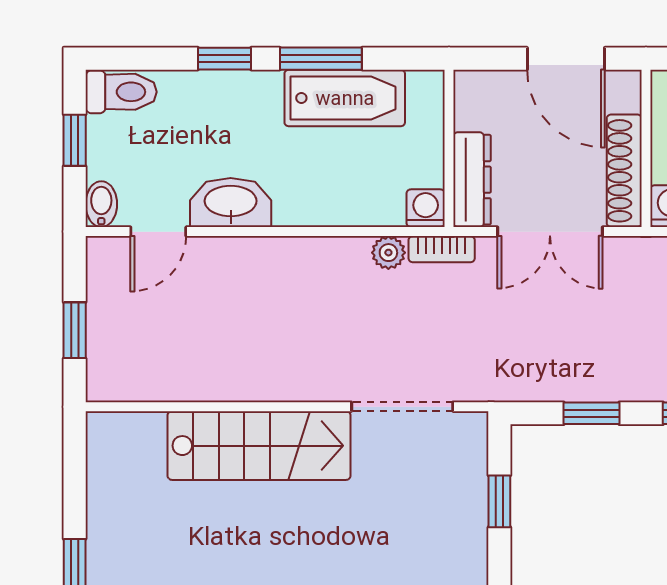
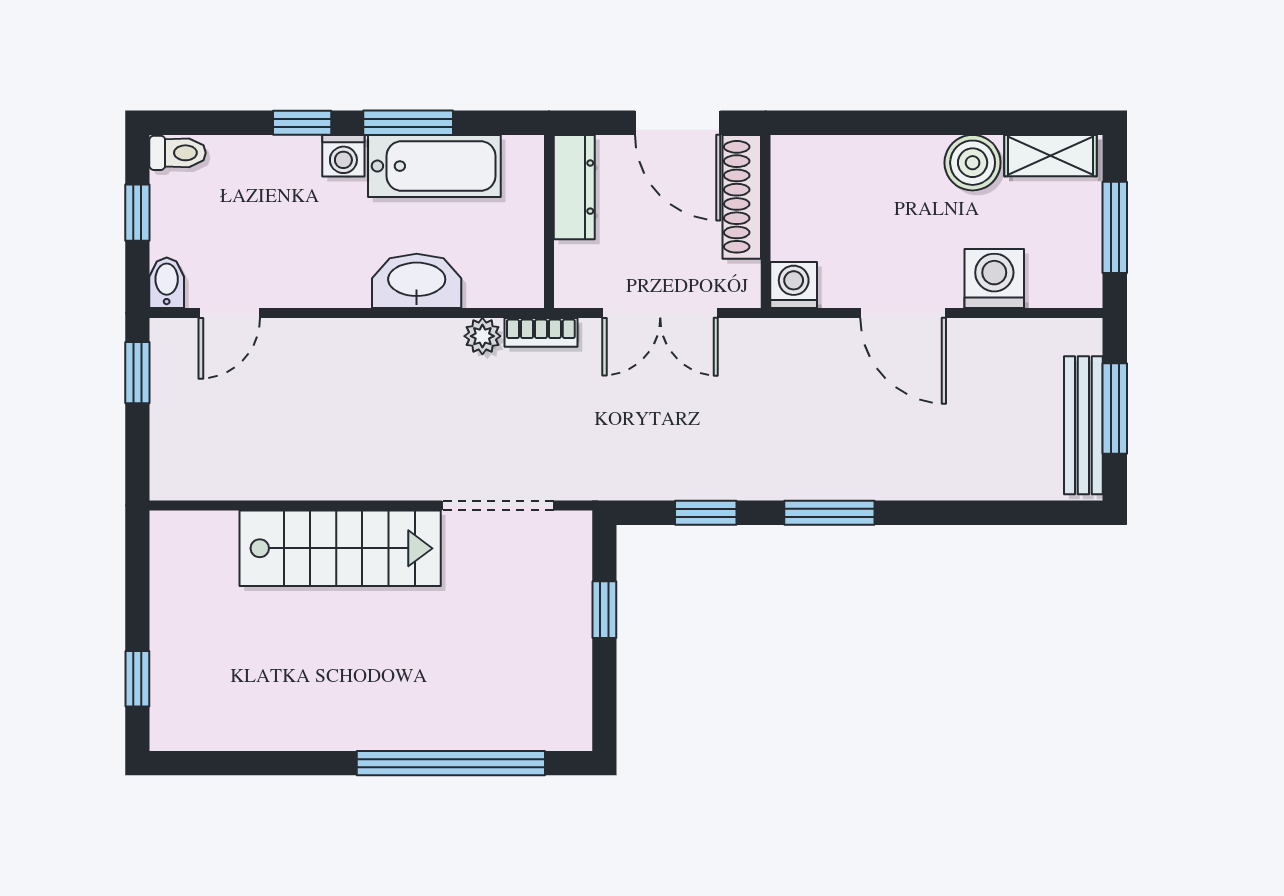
toilet: (121, 92) -> (178, 153), width x0.73, depth x0.72
shoe rack: (624, 171) -> (742, 197), moved
dresser: (472, 180) -> (574, 187), moved
washbasin: (231, 202) -> (417, 281), moved
washing machine: (426, 208) -> (343, 156), moved, turned 180
window: (75, 330) -> (137, 373), moved

